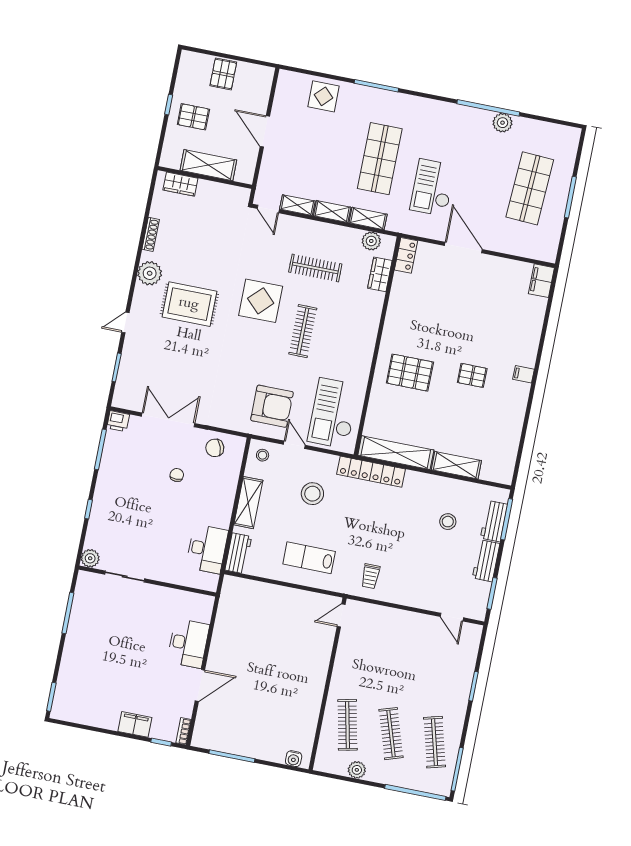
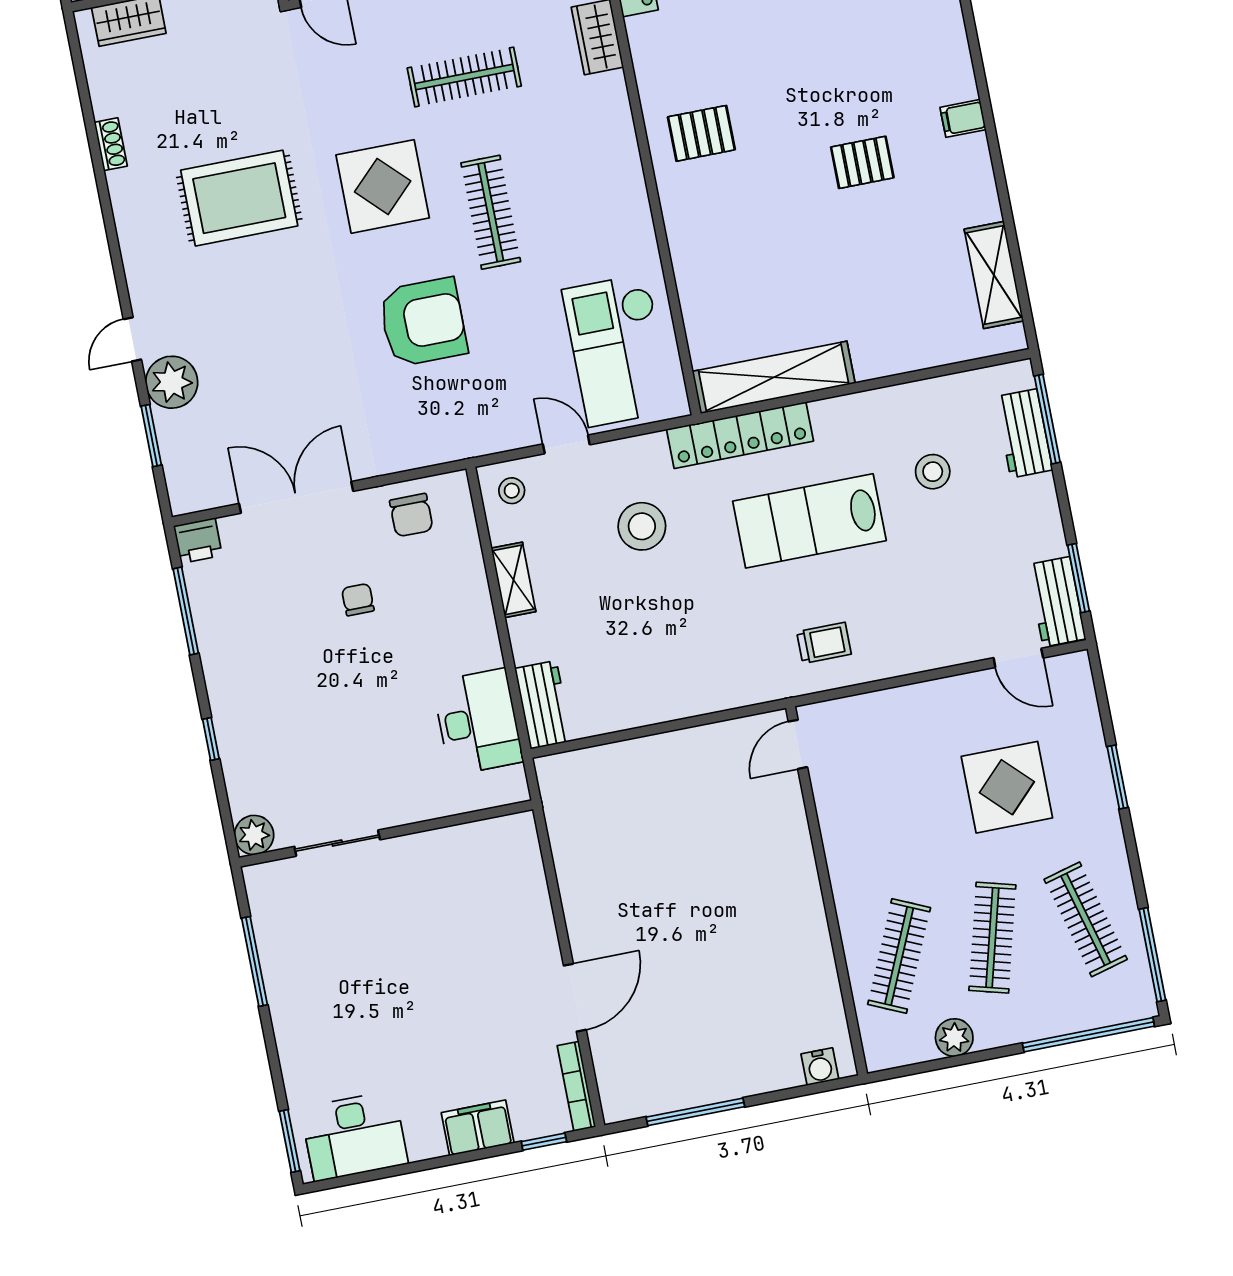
shoe rack: (151, 234) -> (111, 144), width x0.70
plant: (150, 273) -> (172, 382), moved
rug: (189, 304) -> (239, 198), moved
pallet: (410, 373) -> (701, 133), moved, width x0.67, depth x0.71
armchair: (272, 406) -> (423, 322), moved
chair: (215, 448) -> (411, 515), turned -71
shelving: (456, 465) -> (994, 275), moved, turned 90
shelving: (248, 503) -> (513, 580), width x0.67, depth x0.75
lab bench: (309, 558) -> (809, 521), moved, width x1.36, depth x1.39
workbench: (486, 561) -> (1057, 602), moved
trolley: (370, 576) -> (824, 643), turned -90
desk: (188, 643) -> (354, 1136), moved, turned 90
display table: (424, 671) -> (1007, 787), added
clothes rail: (347, 725) -> (899, 956), turned 36
bookcase: (183, 731) -> (576, 1086), width x1.56
clothes rail: (391, 734) -> (992, 938), turned 33

